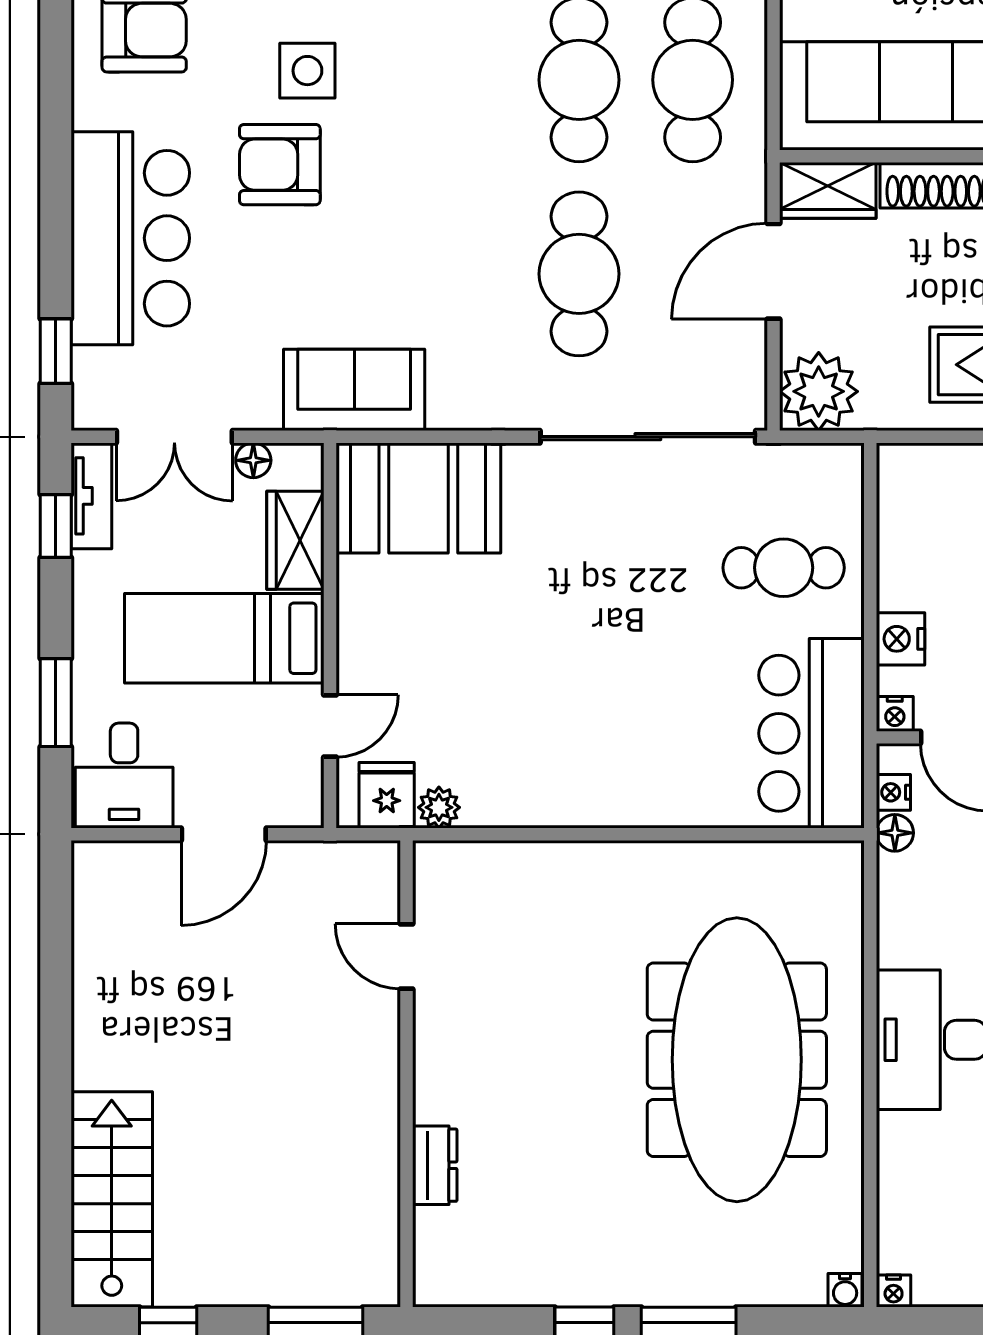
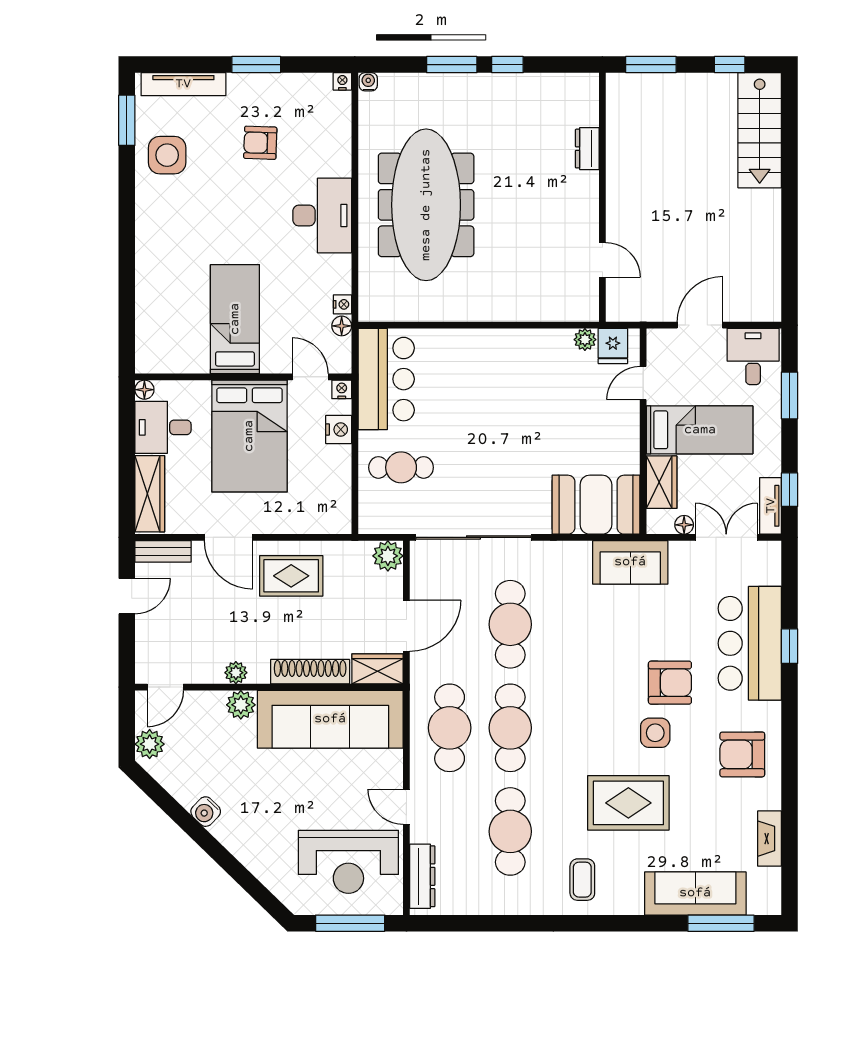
window: (56, 351) -> (790, 646), moved
plant: (819, 391) -> (388, 556), width x0.73, depth x0.73
nightstand: (893, 792) -> (342, 304), moved

